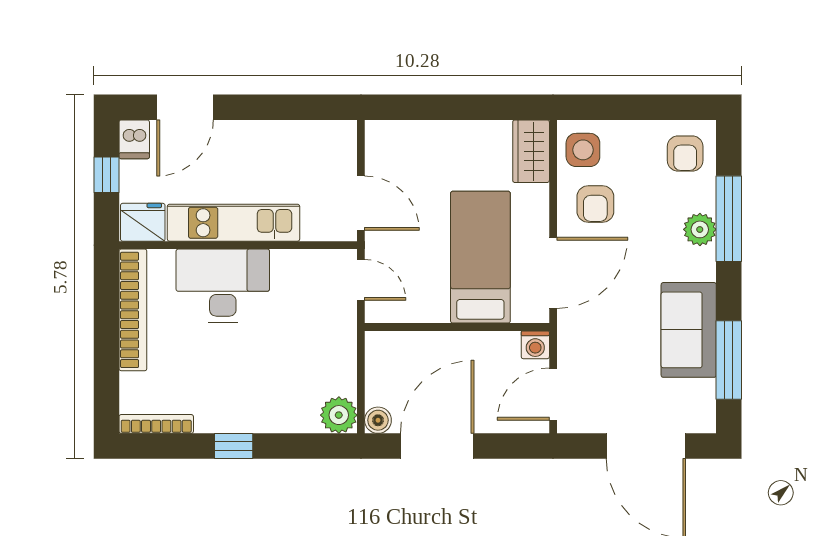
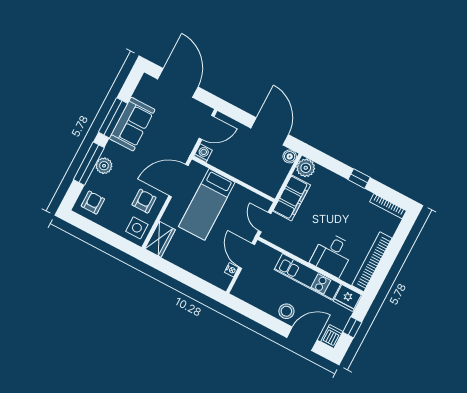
stool: (238, 142) -> (286, 311), added
nightstand: (375, 164) -> (231, 270), added
desk: (223, 286) -> (332, 255), width x0.73
filing cabinet: (336, 348) -> (292, 198), added
window: (729, 360) -> (113, 118), moved
door: (437, 446) -> (270, 131), swing flipped

